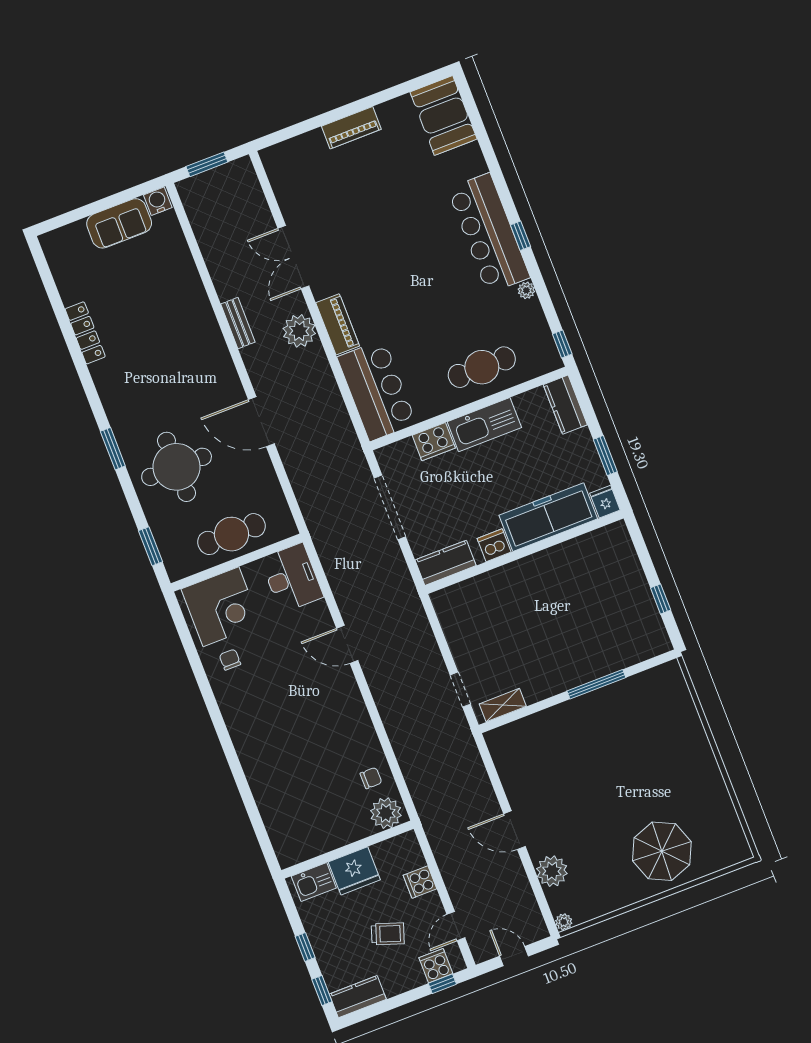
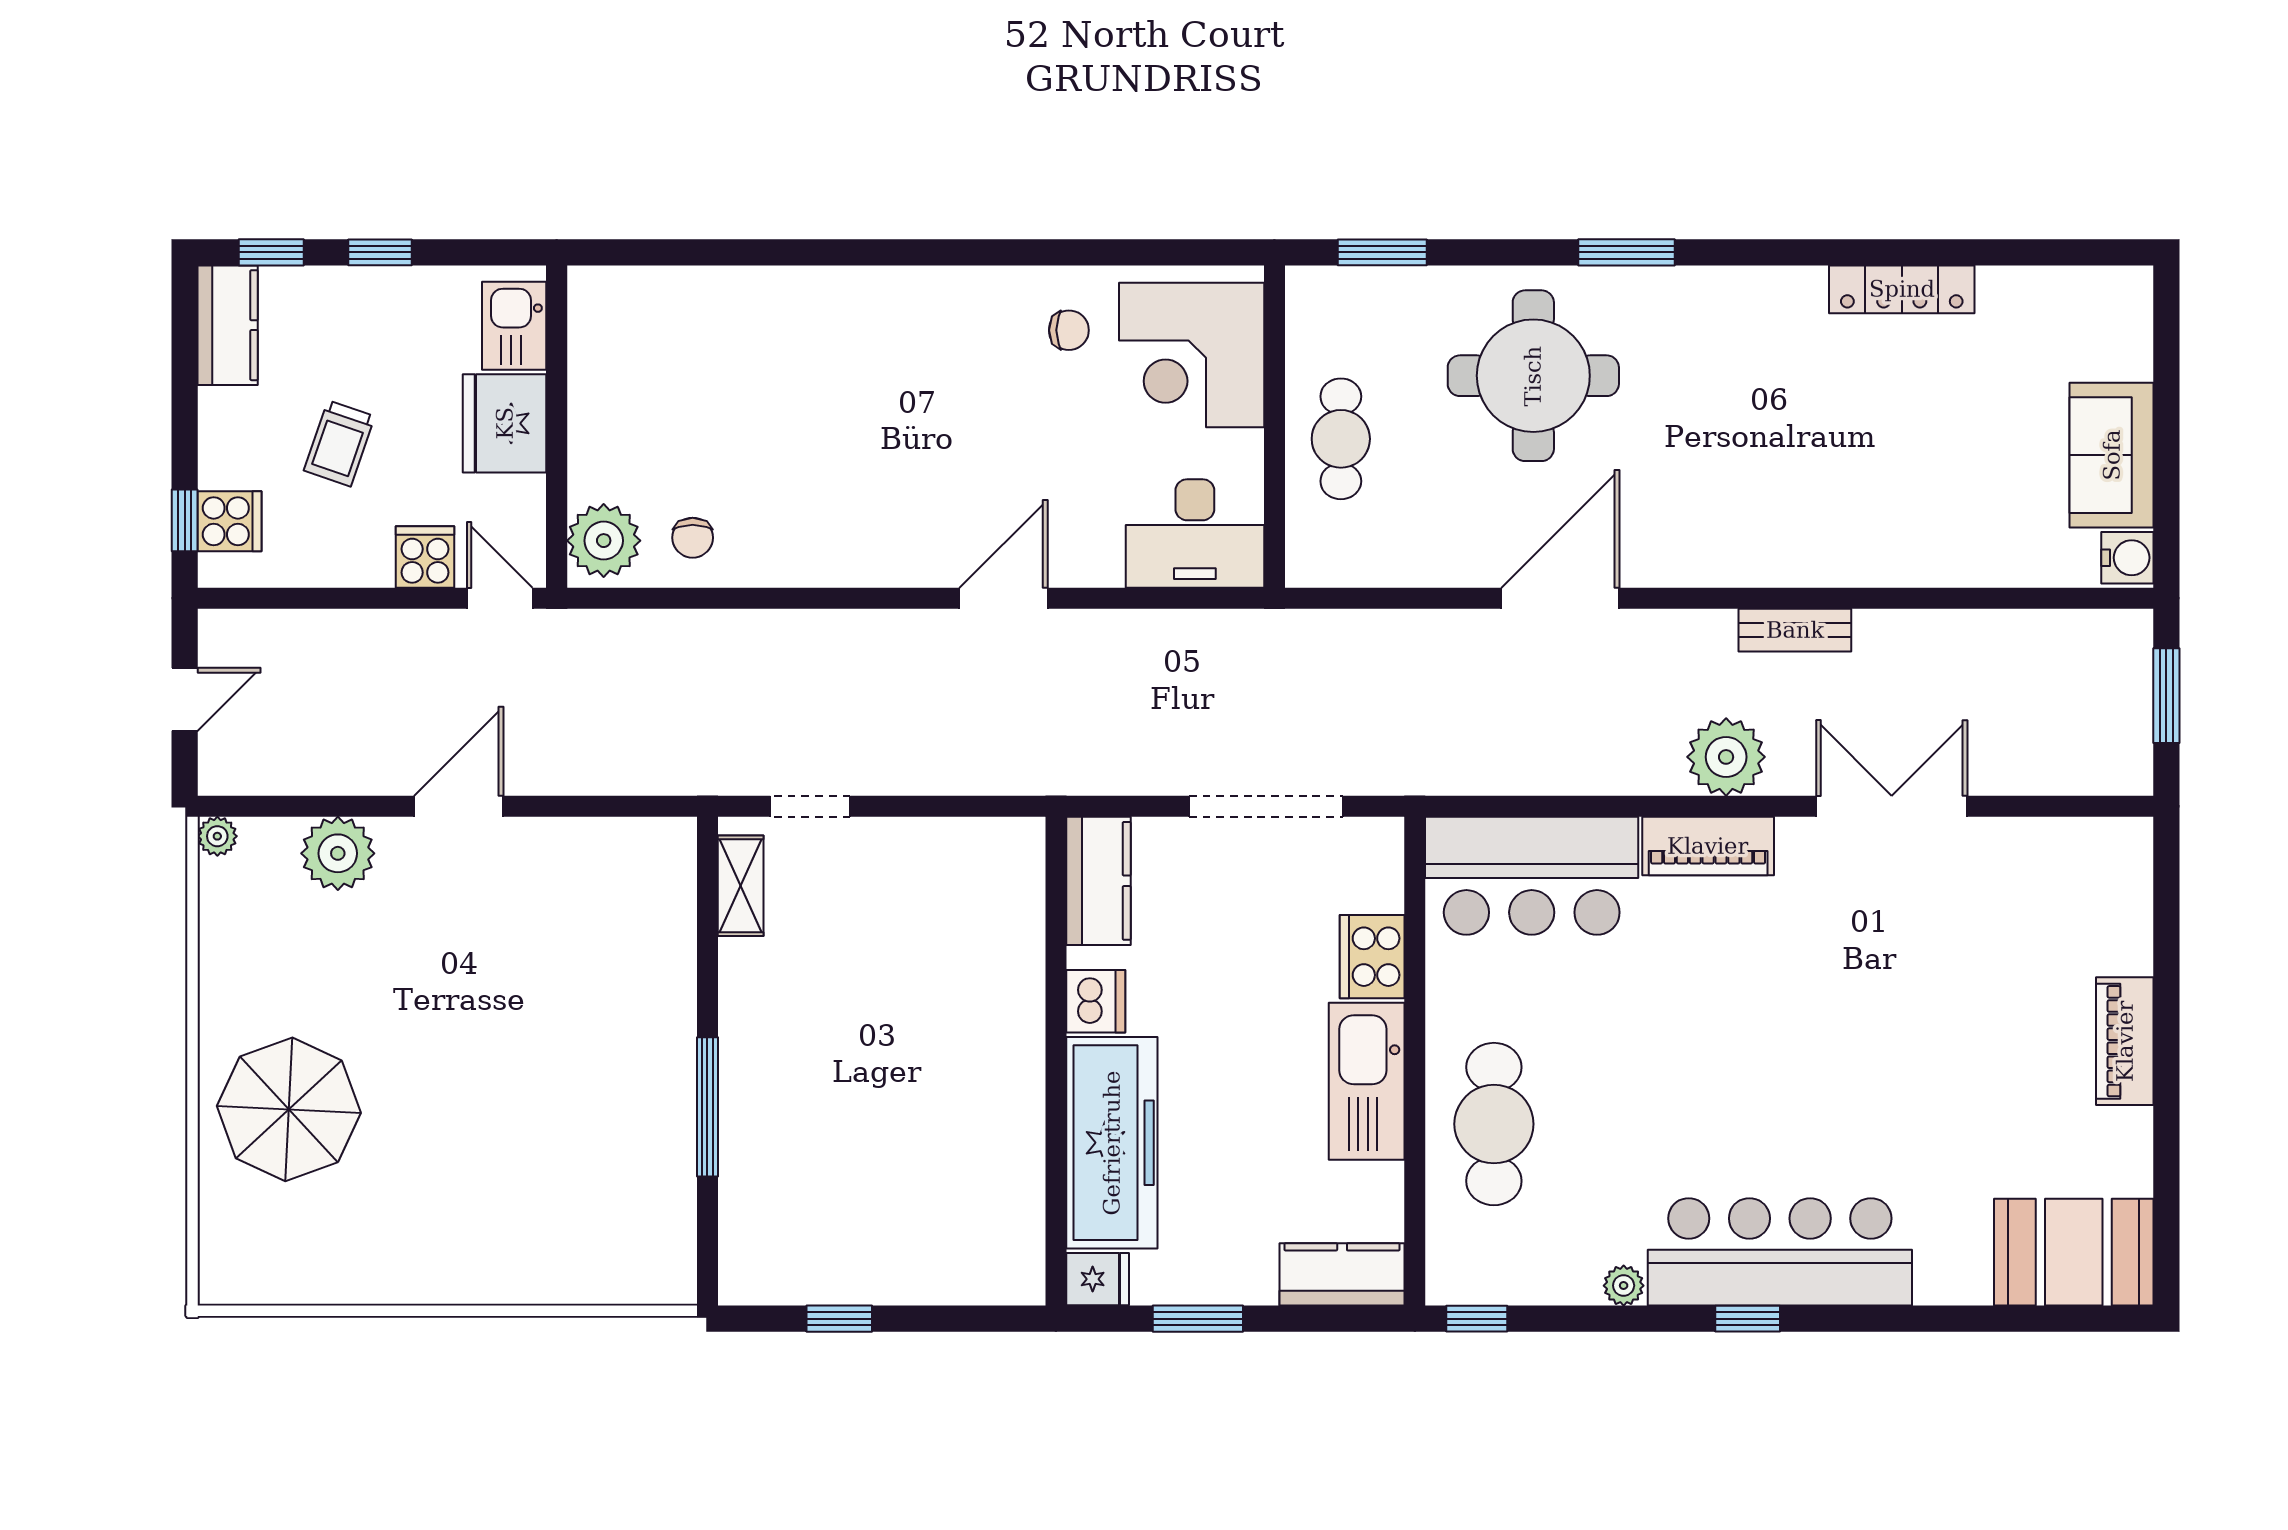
cafe table: (231, 534) -> (1341, 439), width x0.73, depth x0.74
door: (456, 926) -> (500, 598), moved

